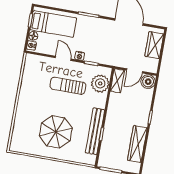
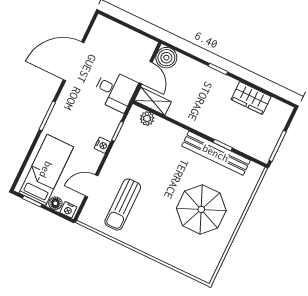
wardrobe: (154, 45) -> (117, 34), removed
desk: (117, 54) -> (115, 90), added
door: (63, 58) -> (92, 186), moved
plant: (100, 83) -> (147, 119), width x0.53, depth x0.53
sun lounger: (68, 86) -> (123, 205), moved
wardrobe: (137, 144) -> (251, 98), width x0.67

